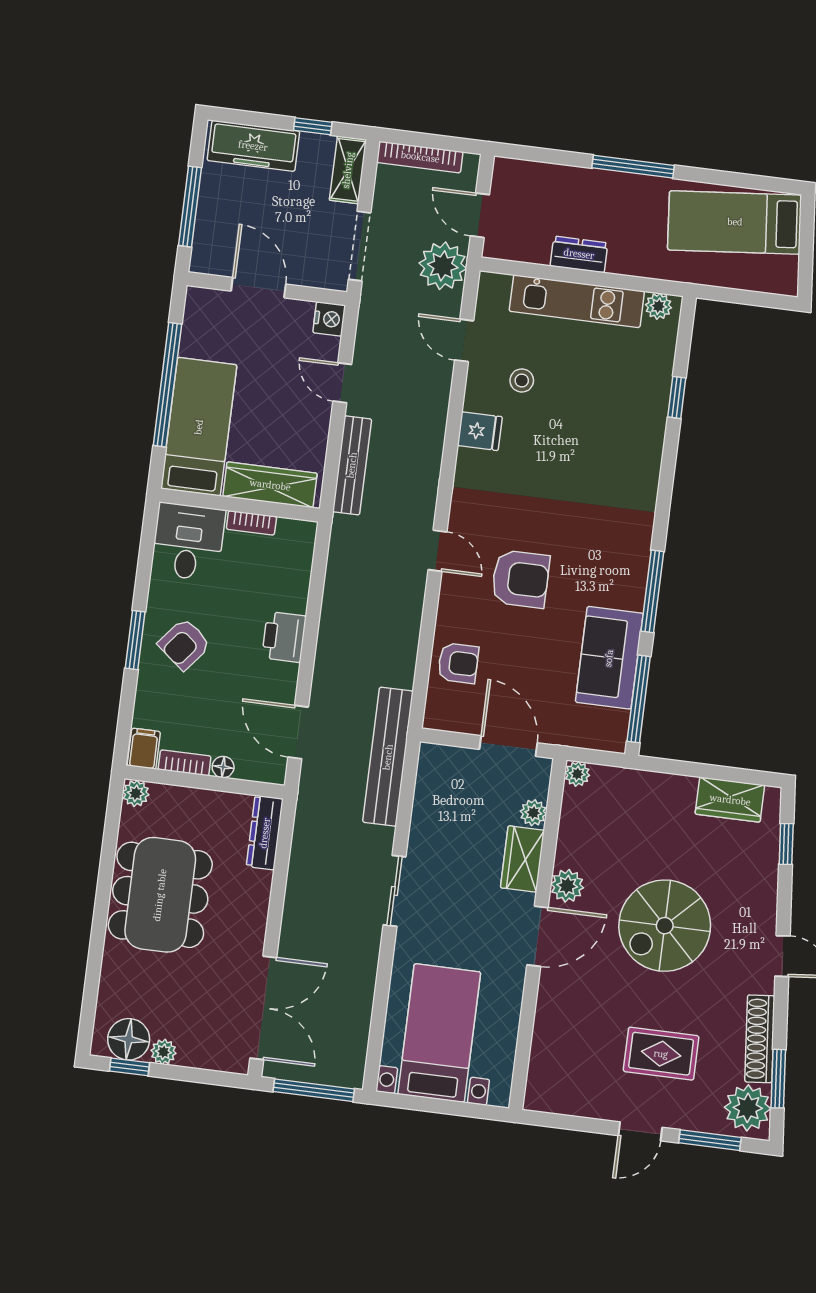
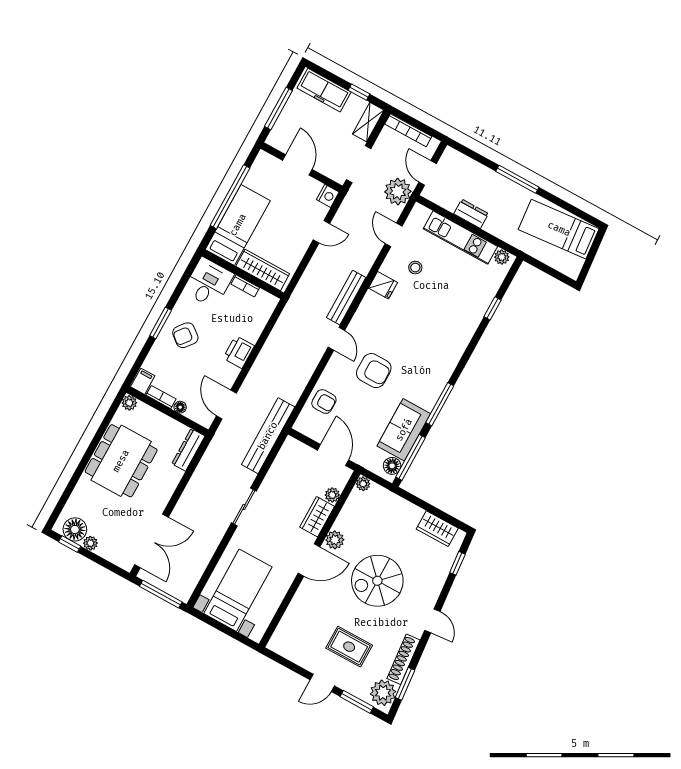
door: (342, 383) -> (321, 232), swing flipped
bench: (352, 465) -> (346, 298), moved
floor lamp: (614, 725) -> (392, 466), added

